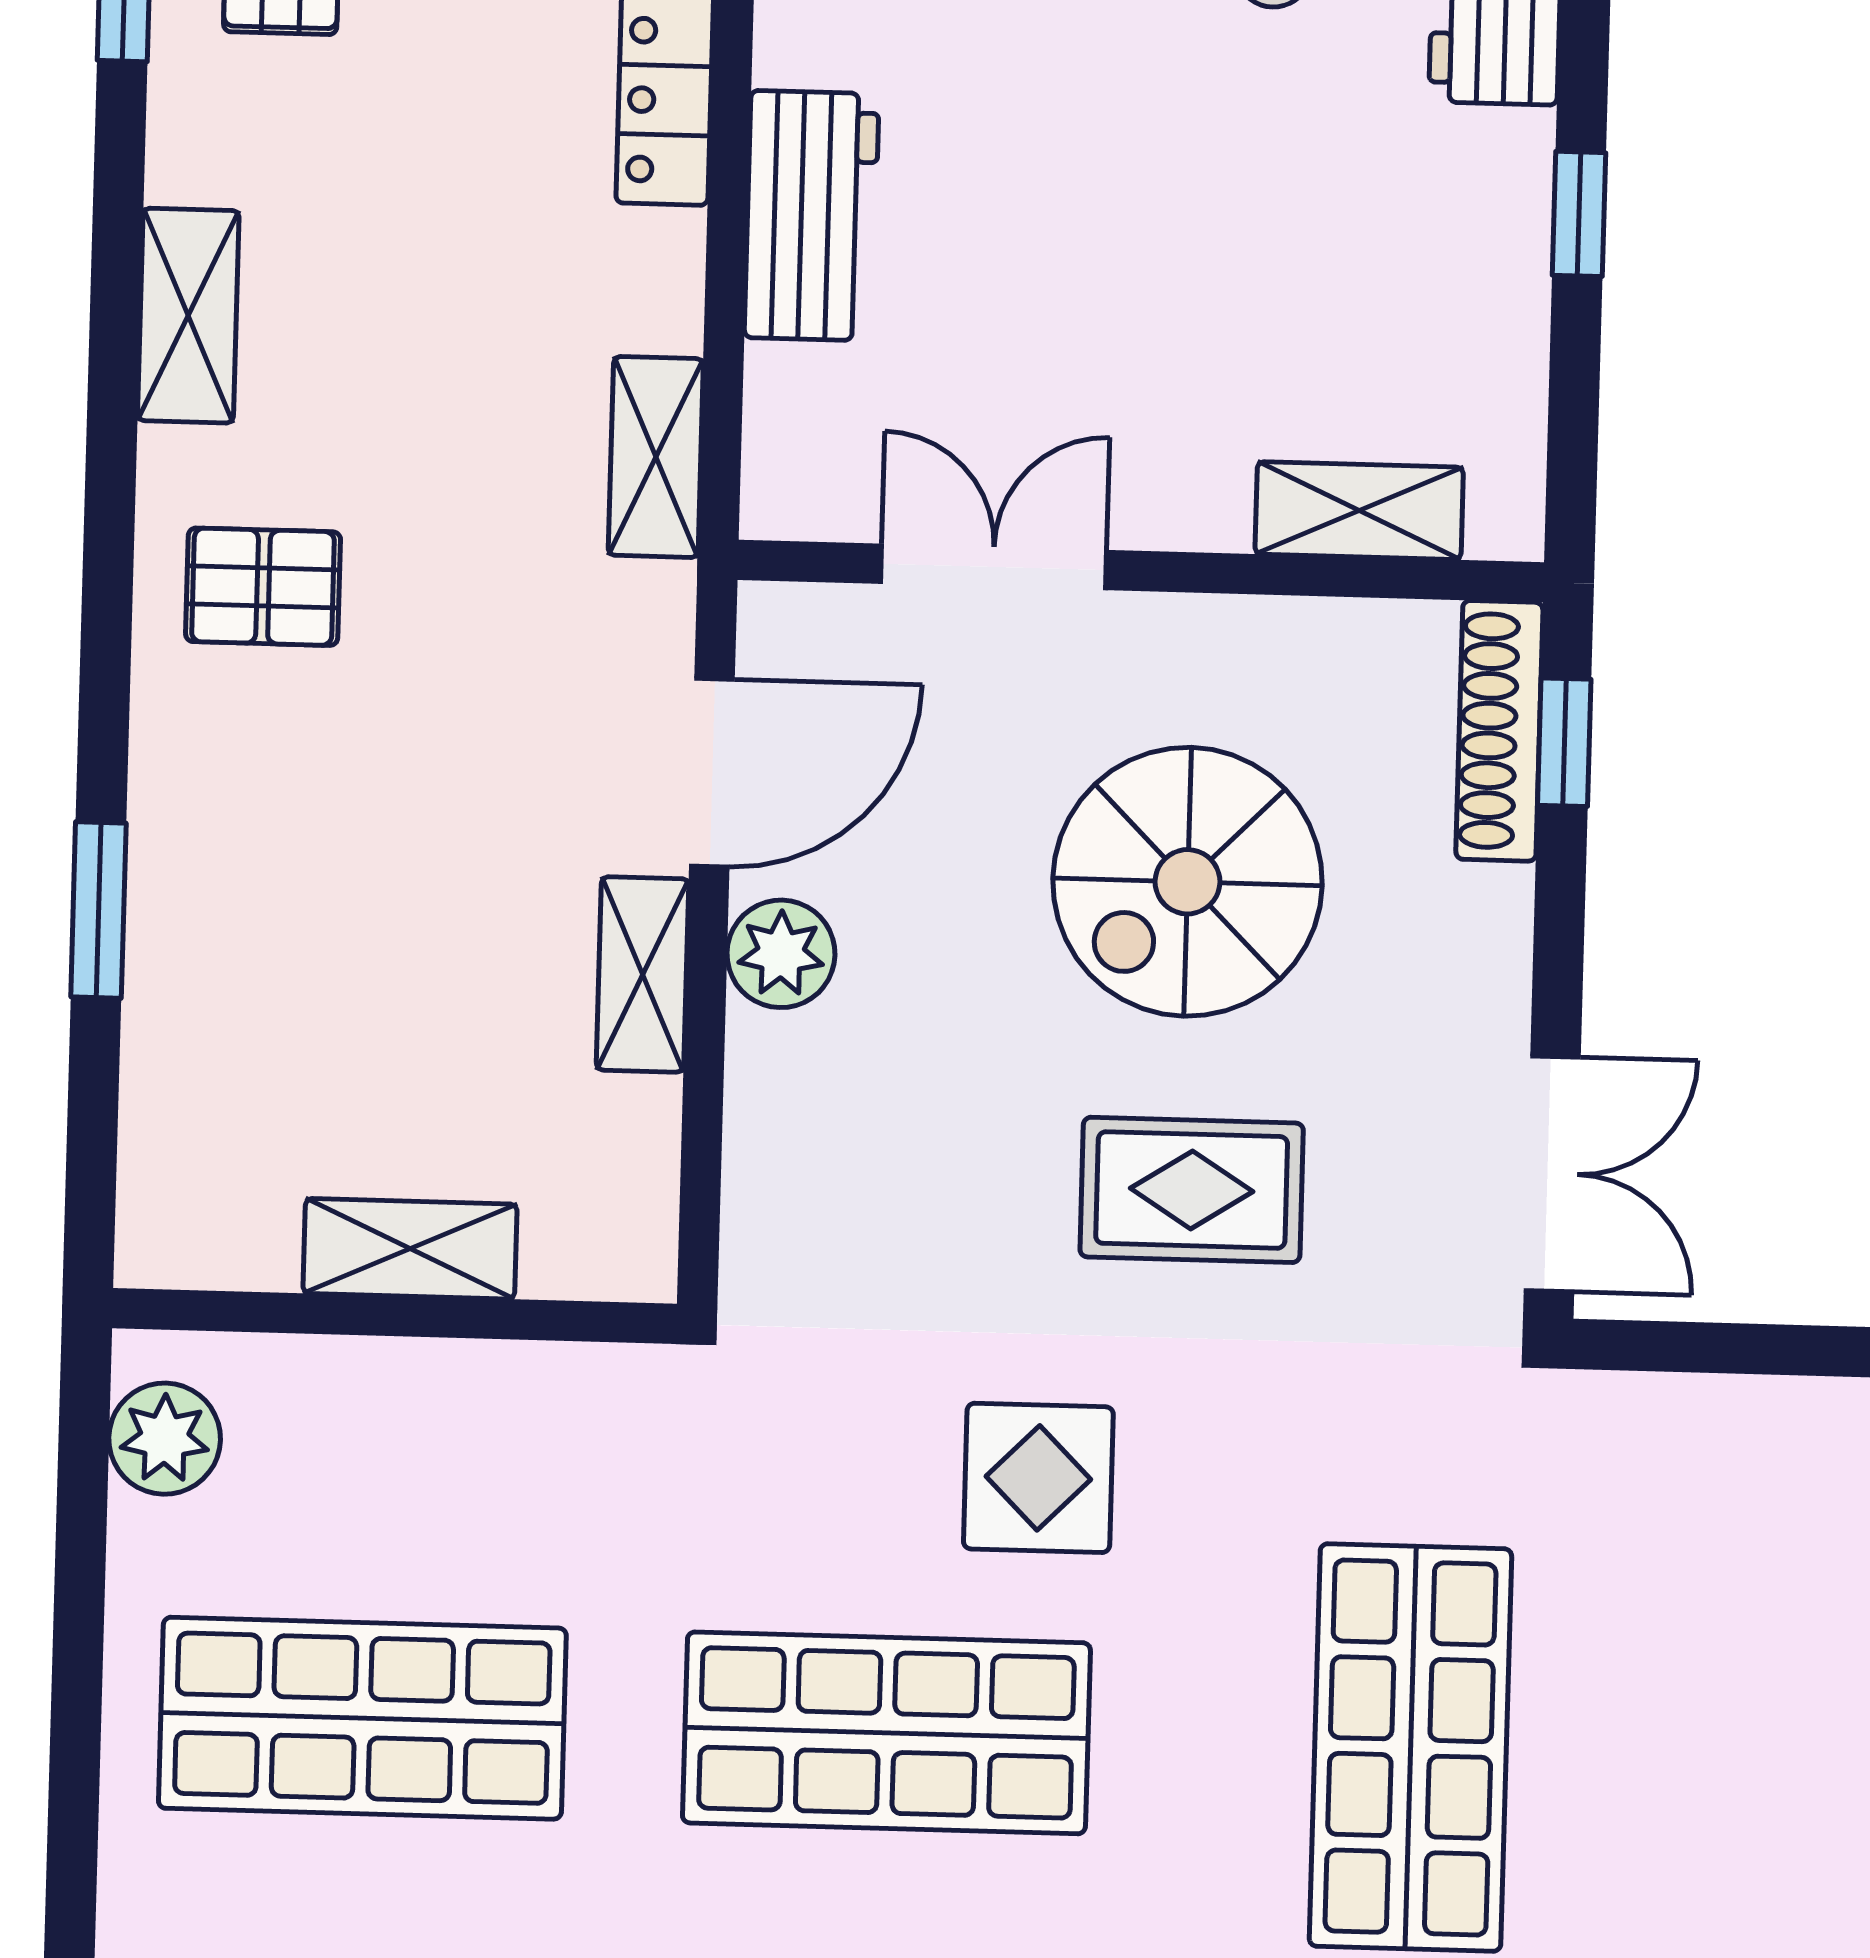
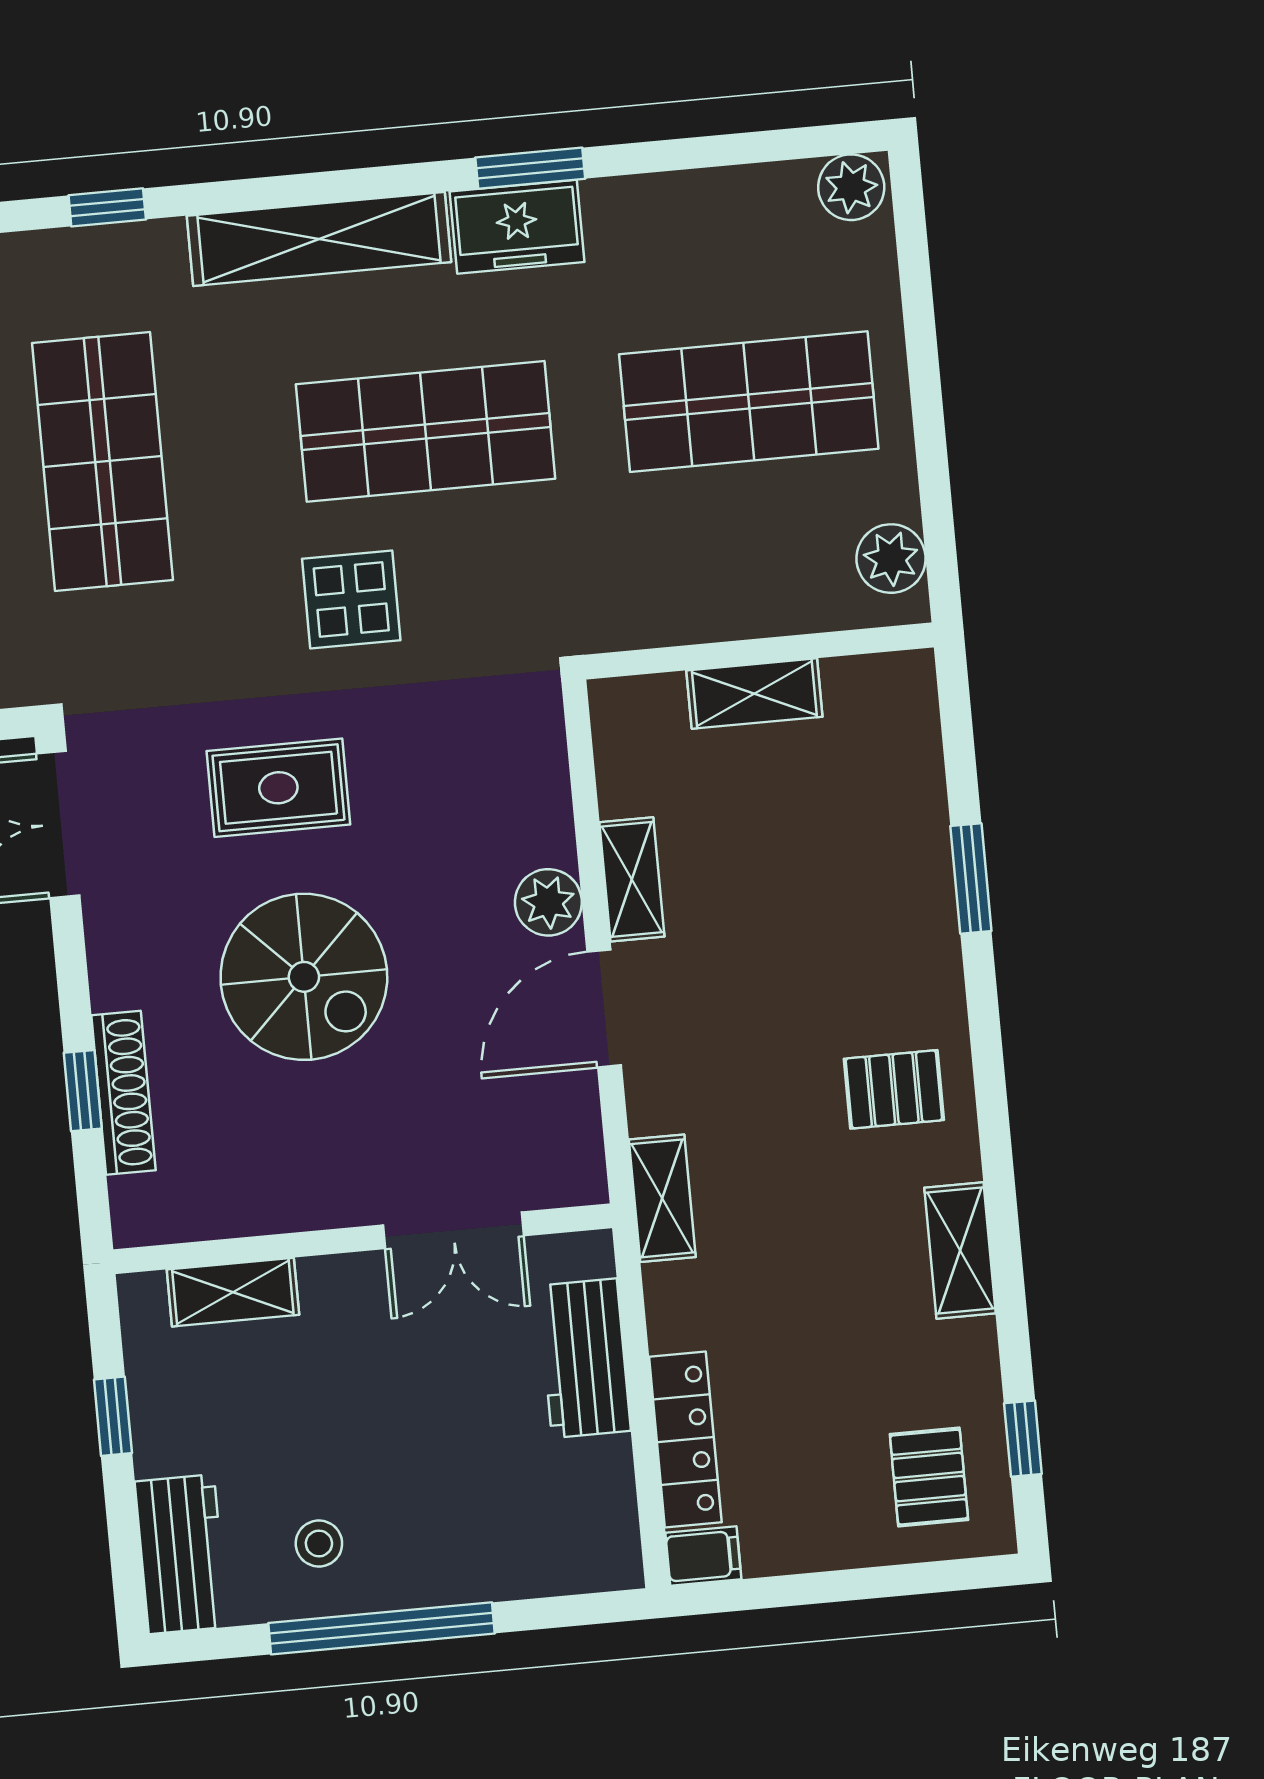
shelving: (1359, 511) -> (233, 1292), moved
double door: (994, 567) -> (453, 1230), moved
wall: (1141, 571) -> (363, 1239), moved
spiral stairs: (1187, 882) -> (304, 977), turned 90

